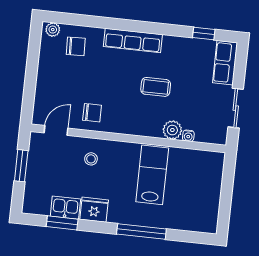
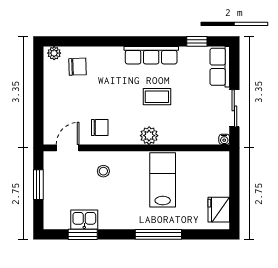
row of seats: (133, 40) -> (151, 55), moved
plant: (172, 130) -> (149, 136), moved
water cooler: (188, 136) -> (224, 139), moved
fridge: (94, 210) -> (219, 210), moved, turned -90

